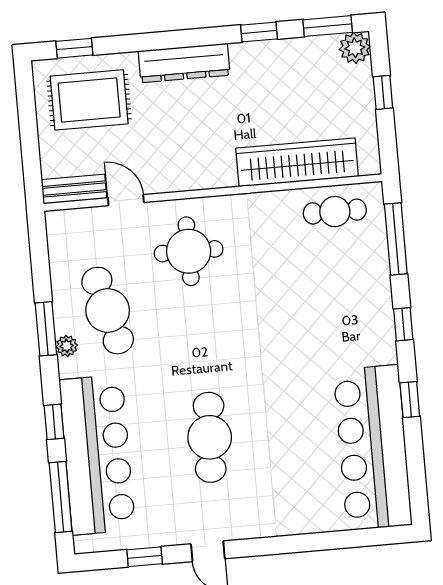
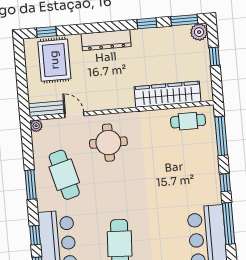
rug: (89, 100) -> (54, 60), turned 90
plant: (67, 346) -> (36, 126), moved
window: (410, 400) -> (229, 224), width x2.17

